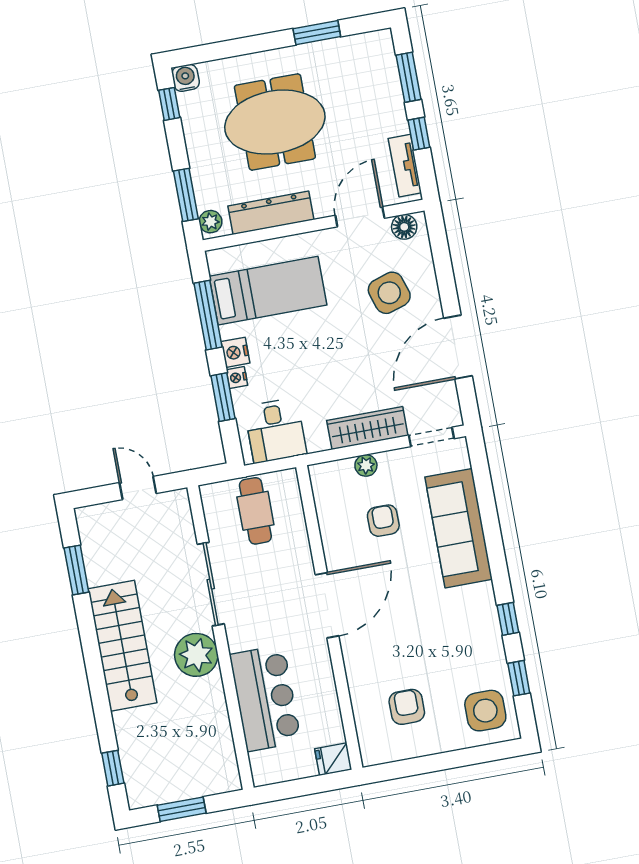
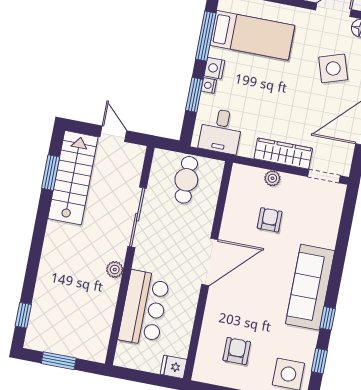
sofa: (459, 528) -> (310, 287), moved
stairs: (122, 646) -> (73, 178), moved
plant: (196, 655) -> (115, 270), width x0.53, depth x0.53

